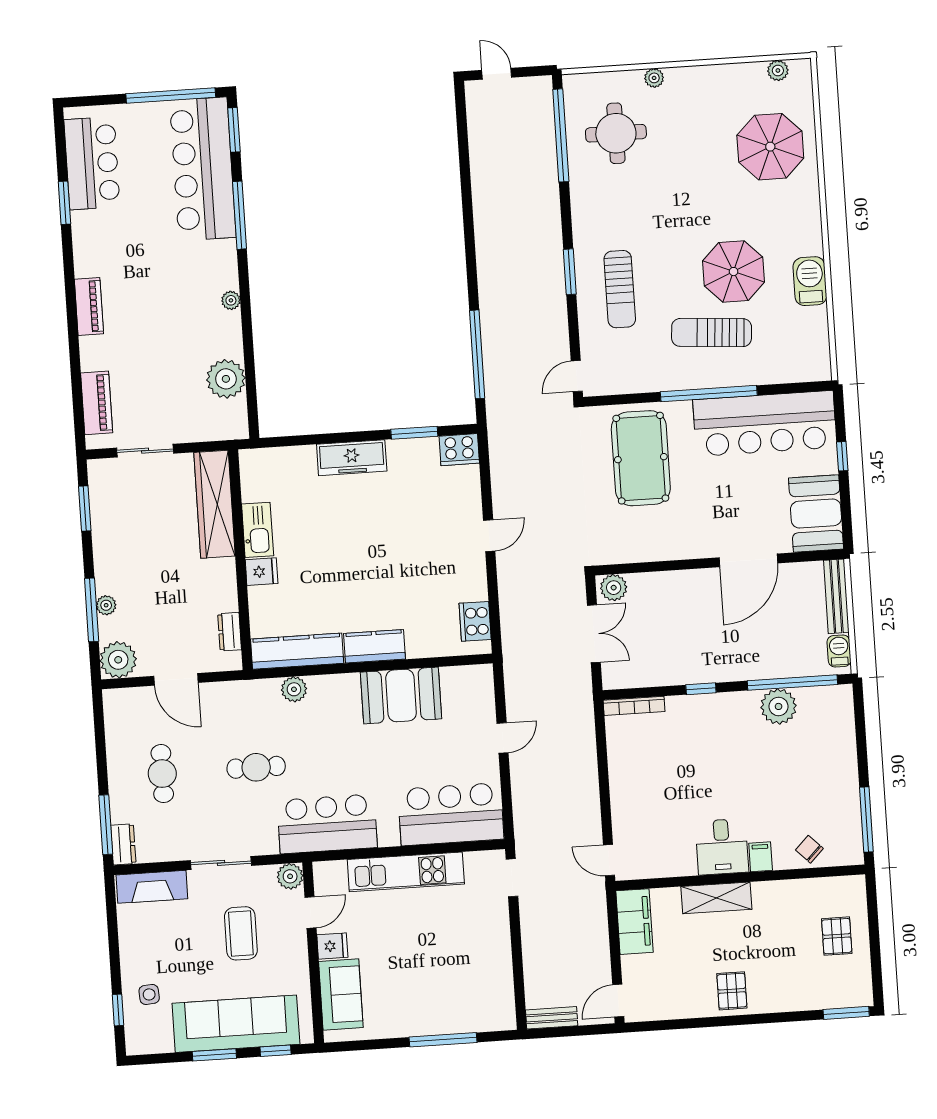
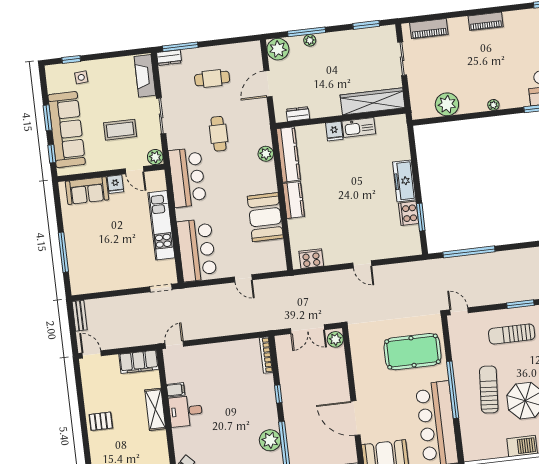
cooker: (459, 450) -> (409, 213), moved
filing cabinet: (761, 857) -> (176, 390), moved

